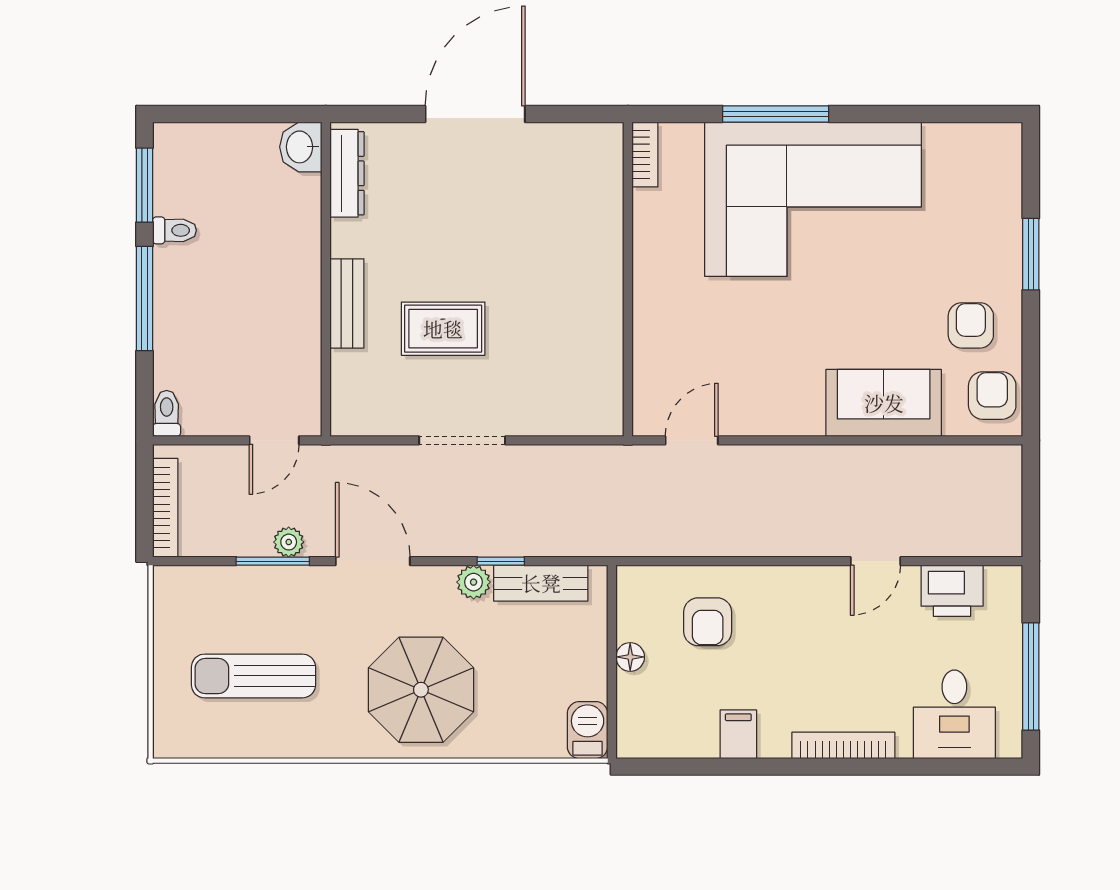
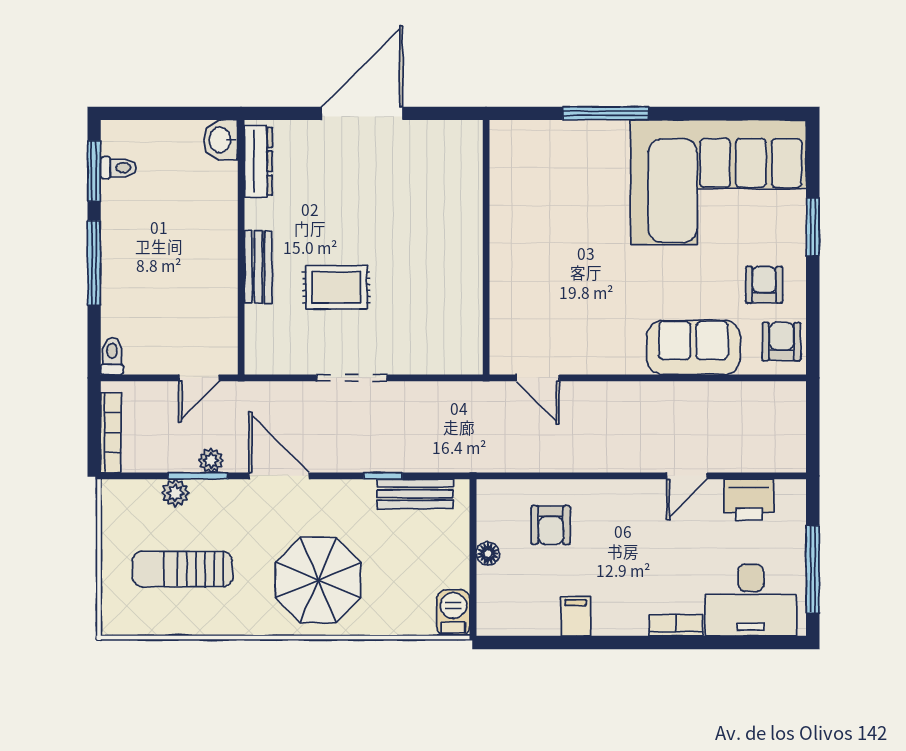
bookcase: (645, 155) -> (500, 146), removed
corner sofa: (813, 199) -> (718, 182), moved
toilet: (174, 230) -> (118, 168), moved
door: (692, 440) -> (538, 378), swing flipped
plant: (474, 582) -> (175, 493), moved
desk: (954, 714) -> (751, 600), width x1.37
bookcase: (843, 745) -> (676, 625), width x0.64

